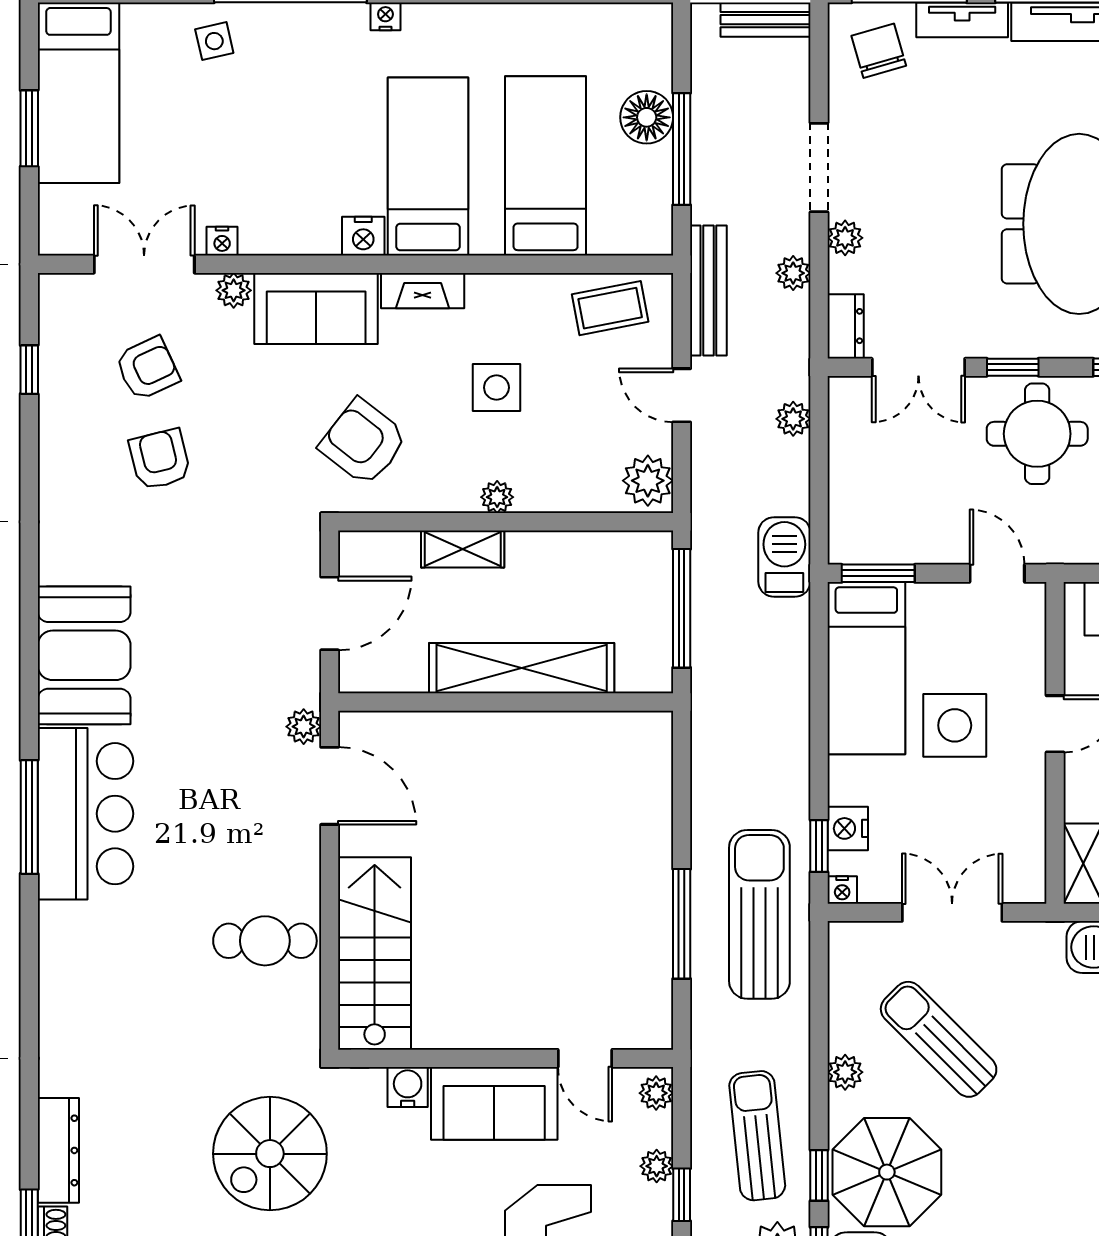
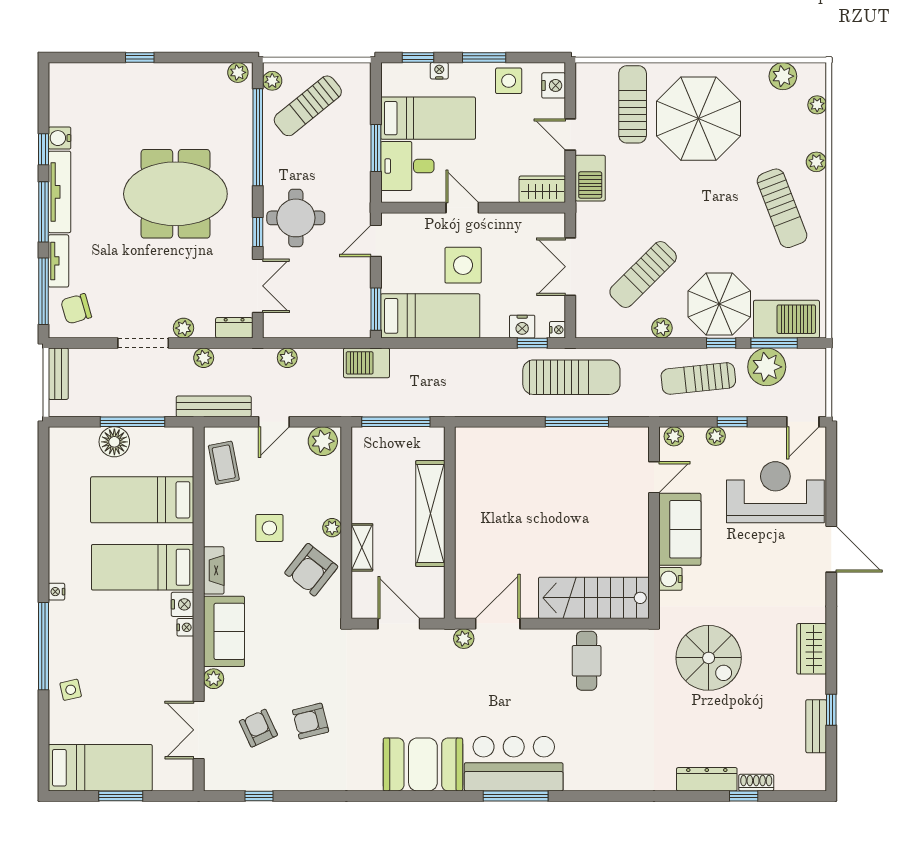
nightstand: (222, 241) -> (185, 627), moved
armchair: (363, 442) -> (311, 570), moved
sun lounger: (759, 914) -> (571, 377), turned 180

